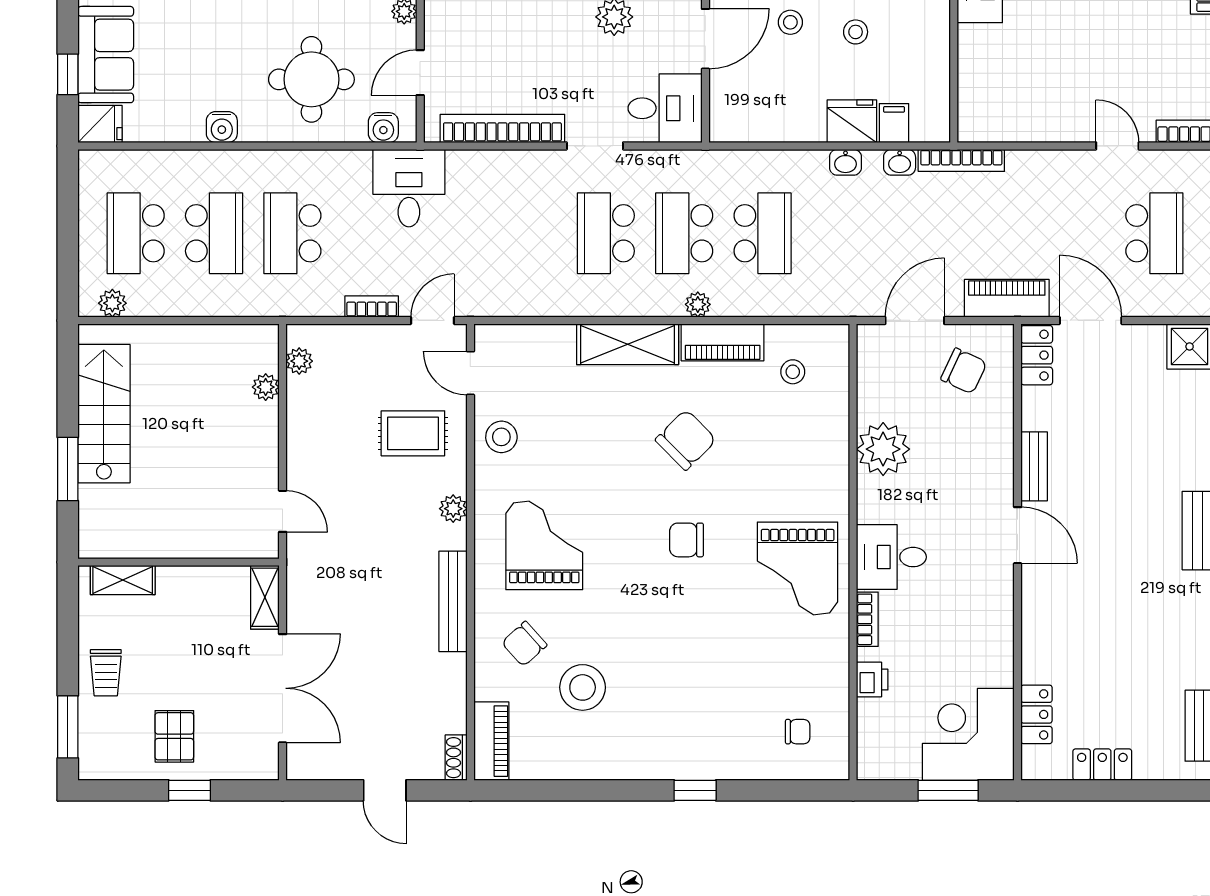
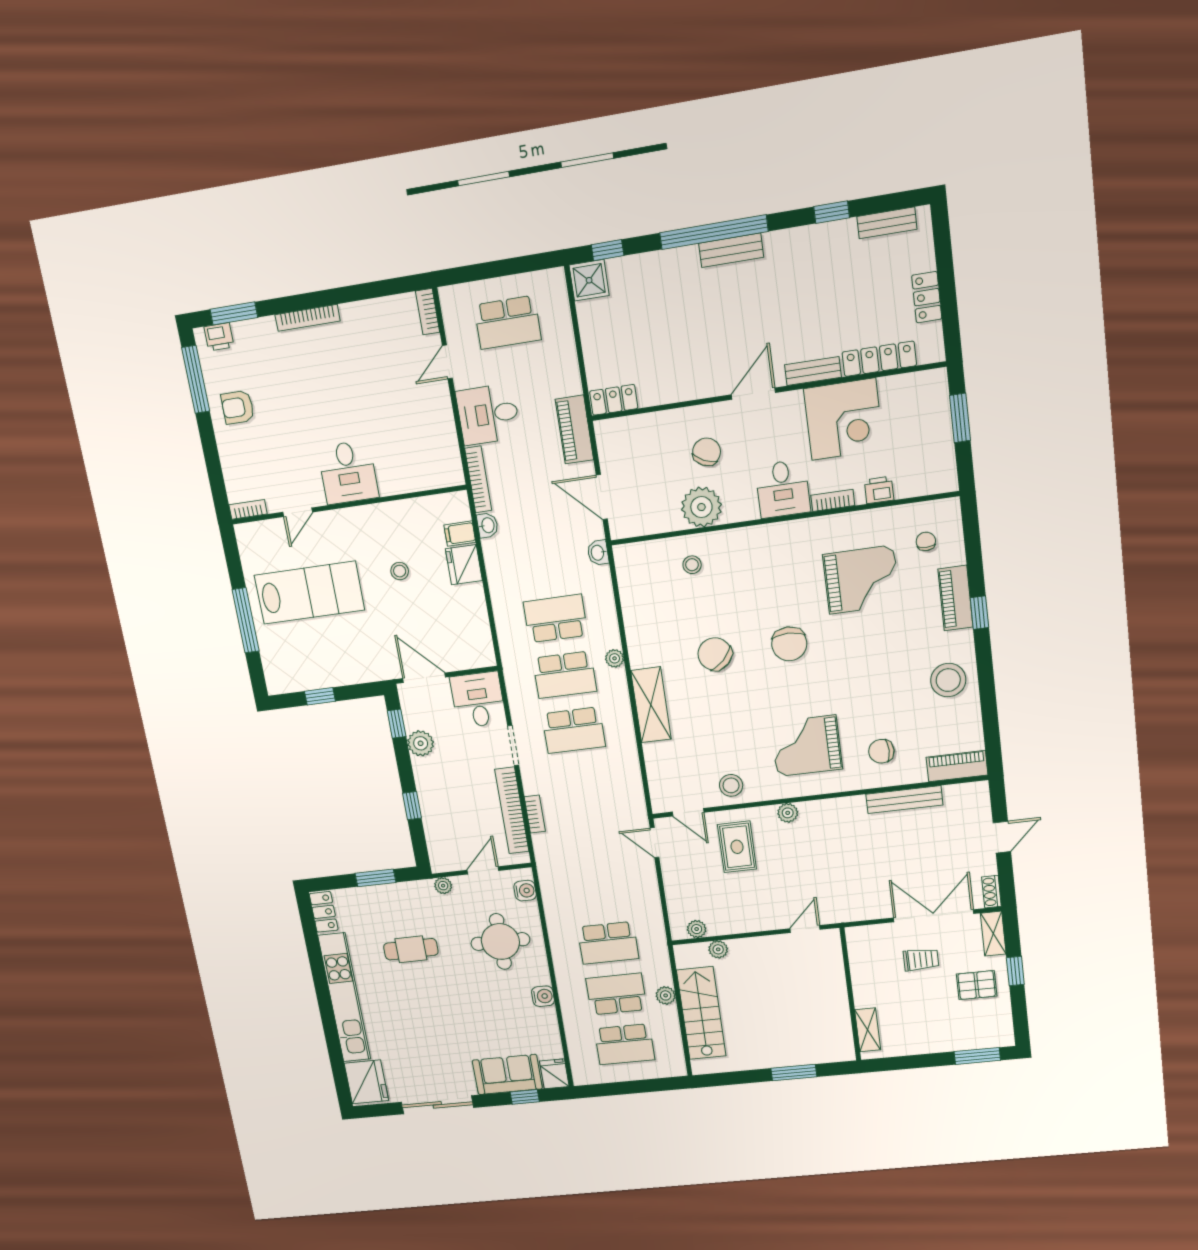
stool: (790, 22) -> (401, 619), removed
door: (420, 73) -> (483, 870), swing flipped
washbasin: (845, 162) -> (598, 553), moved, turned 180
desk: (409, 188) -> (488, 414), moved
school desk: (1154, 233) -> (508, 322), turned 180
plant: (112, 303) -> (666, 995), moved
bookcase: (372, 306) -> (535, 814), moved, turned 180
door: (1091, 320) -> (581, 362), removed
piano: (723, 342) -> (956, 598), moved, turned 180
chair: (964, 371) -> (707, 452), moved
stool: (793, 372) -> (692, 565), moved
door: (470, 373) -> (688, 812), hinge flipped
stairs: (104, 414) -> (701, 1013), moved, turned 90
bench: (1034, 466) -> (813, 371), moved
chair: (686, 540) -> (789, 644), width x1.37, depth x1.37
grand piano: (798, 568) -> (861, 580), moved
shelving: (265, 597) -> (993, 934), moved, turned 90
bench: (453, 601) -> (904, 800), moved
chair: (524, 644) -> (881, 751), turned 132
trolley: (106, 673) -> (921, 960), moved
stool: (583, 687) -> (948, 680), moved
locker: (1036, 714) -> (879, 359), width x1.53
corner desk: (968, 734) -> (844, 419), moved, turned -90
shoe rack: (456, 758) -> (991, 892), moved, turned 90

